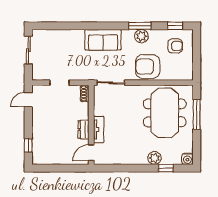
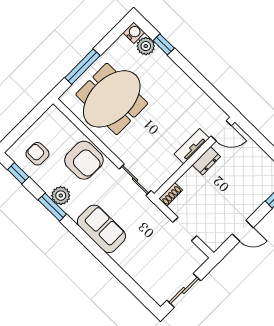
door: (28, 100) -> (243, 231), moved
plant: (154, 158) -> (146, 46), moved

